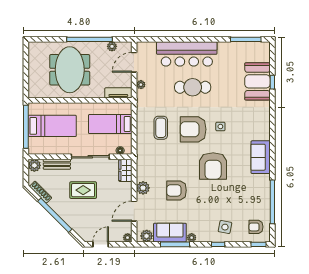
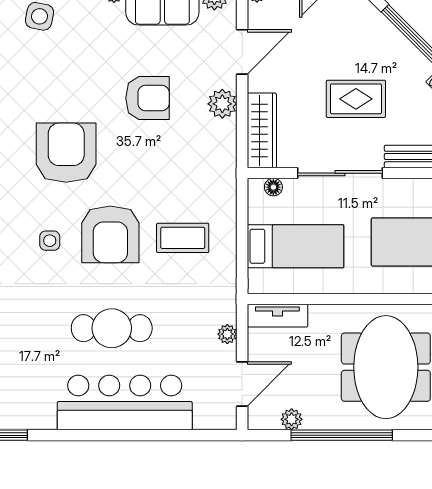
coffee table: (161, 128) -> (183, 238), turned 90
armchair: (193, 129) -> (110, 234), turned 90
wardrobe: (125, 170) -> (262, 130), width x1.50

